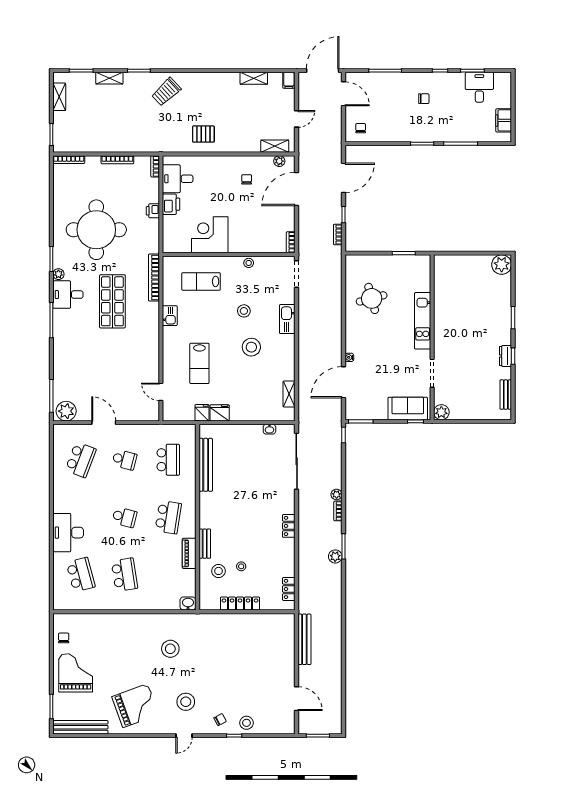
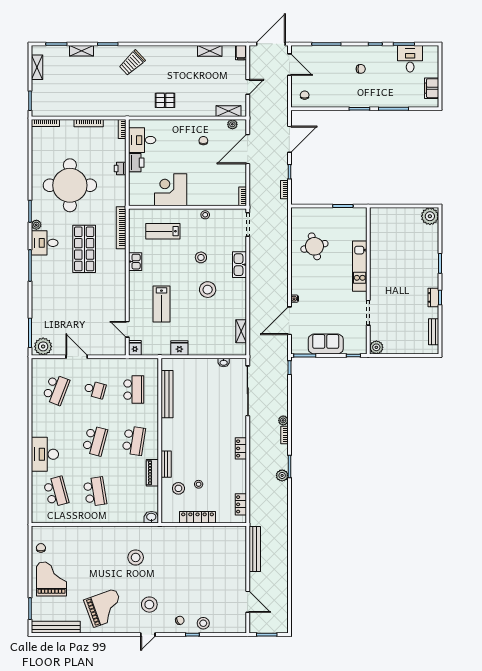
sofa: (408, 408) -> (326, 344), moved
fridge: (202, 413) -> (135, 348), moved
school desk: (124, 517) -> (95, 441), width x1.85

